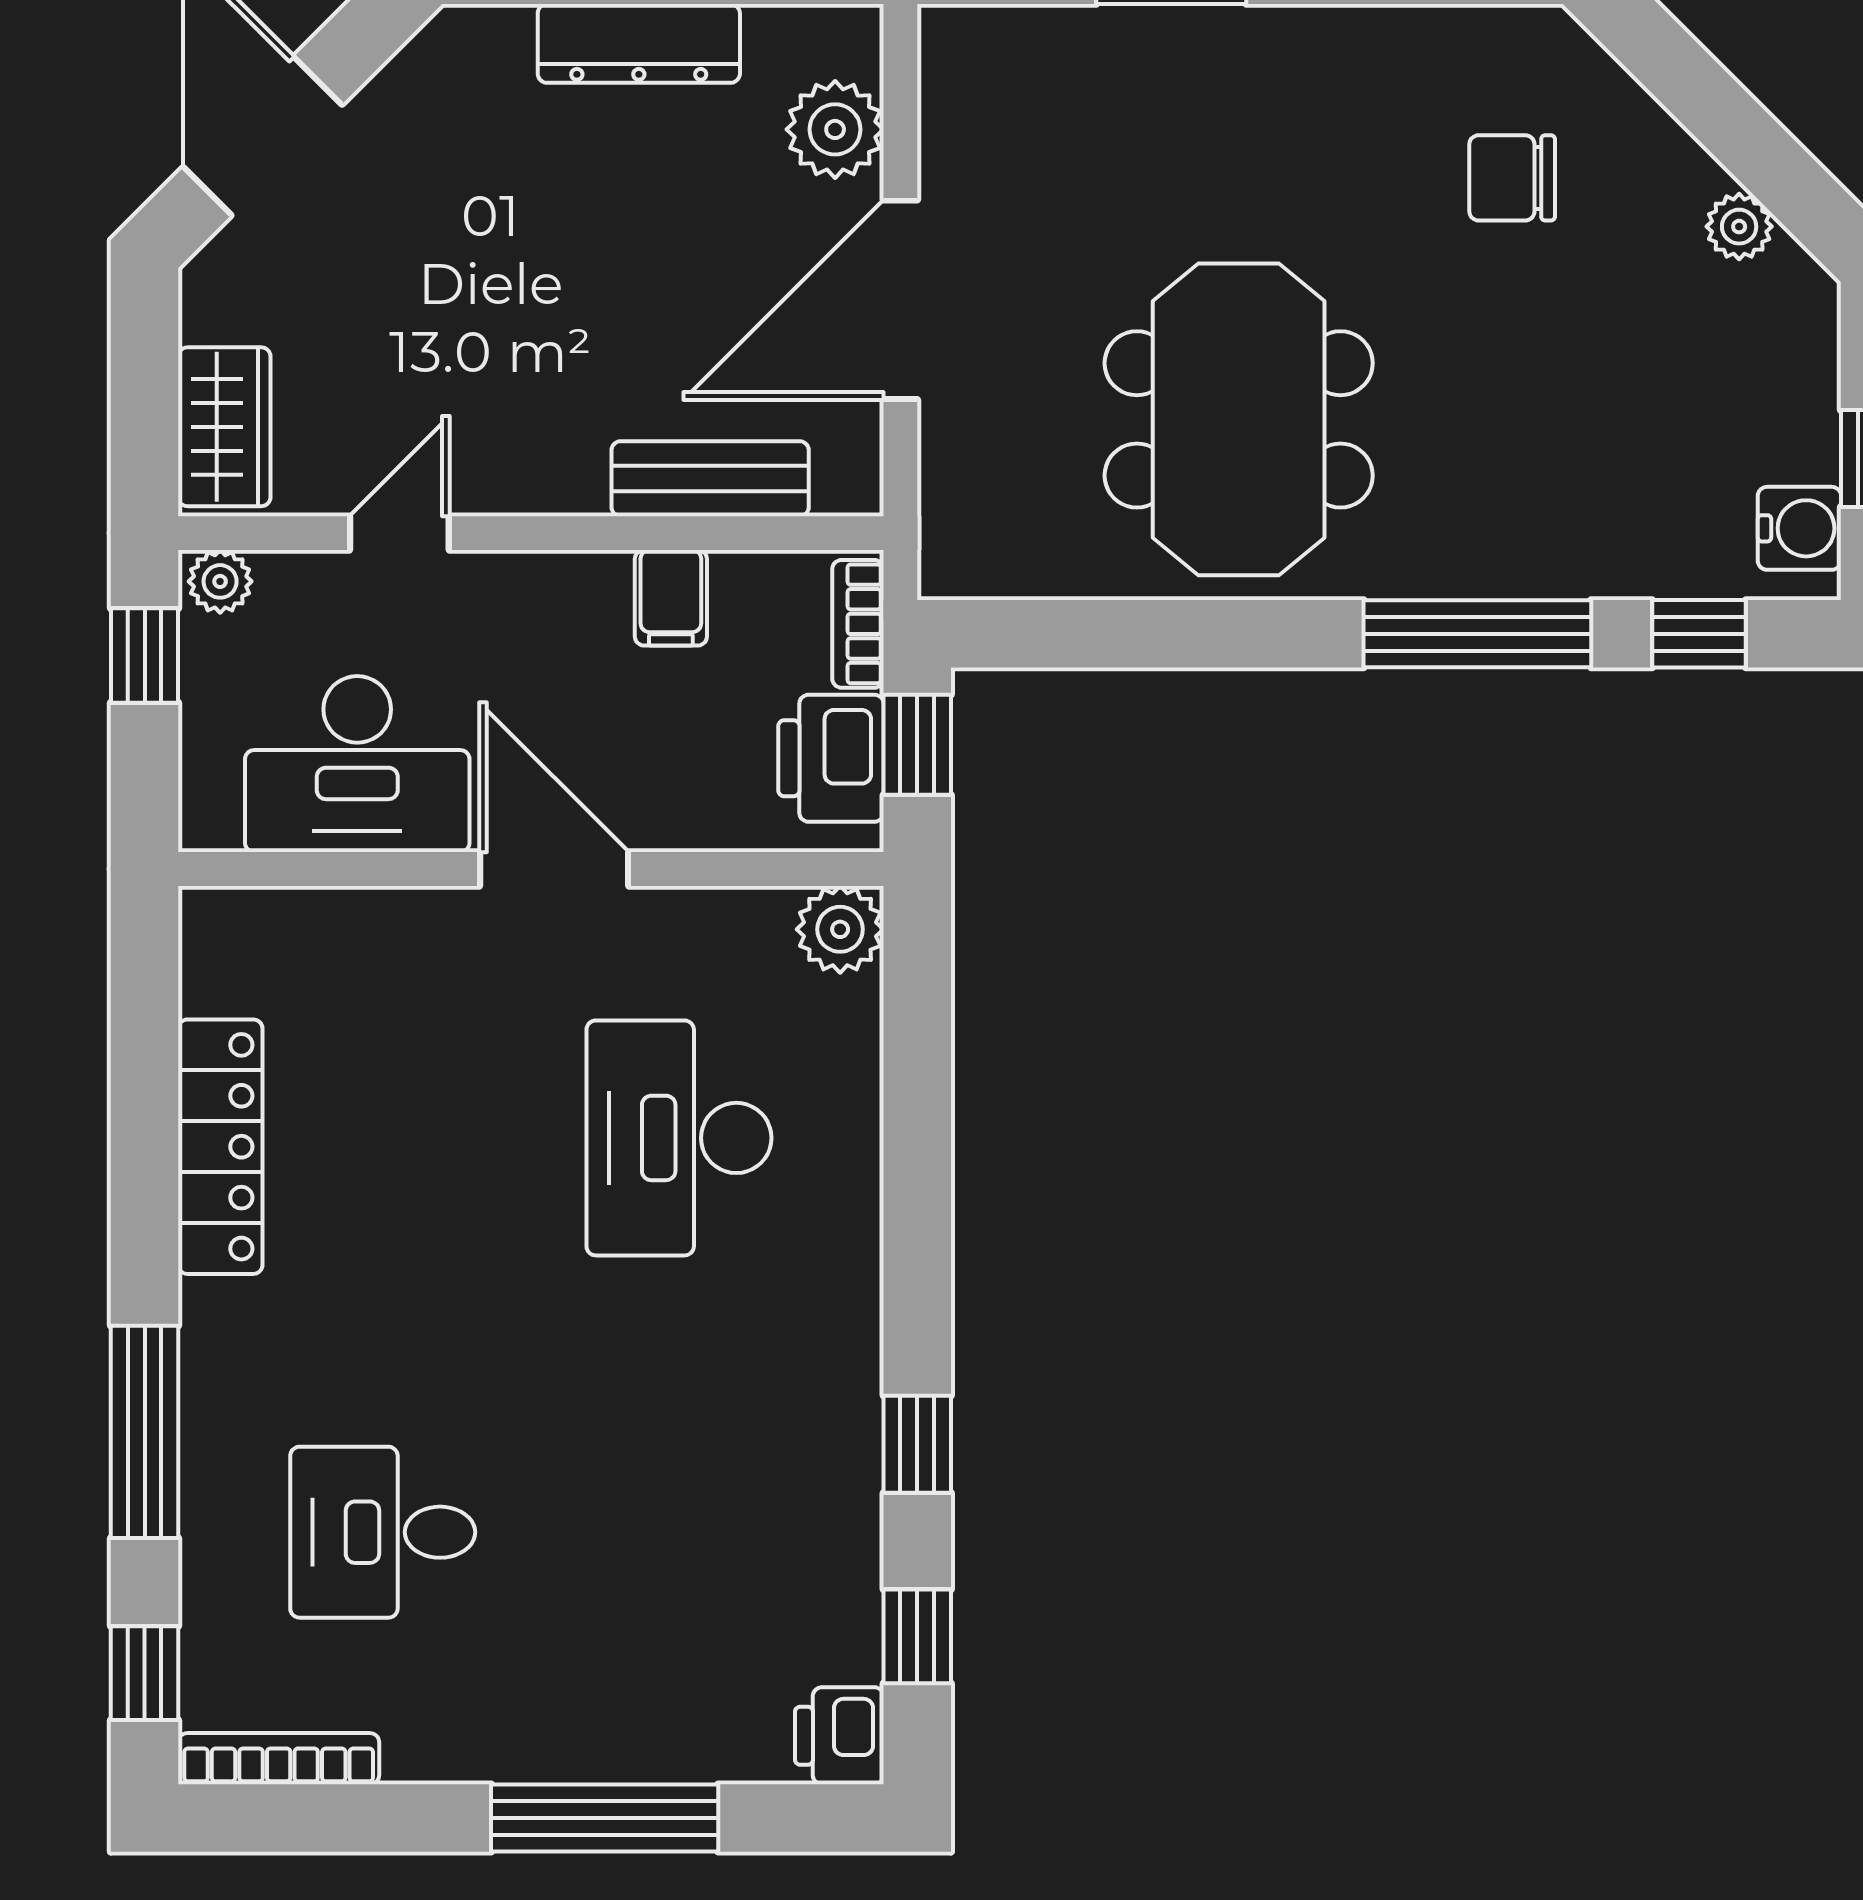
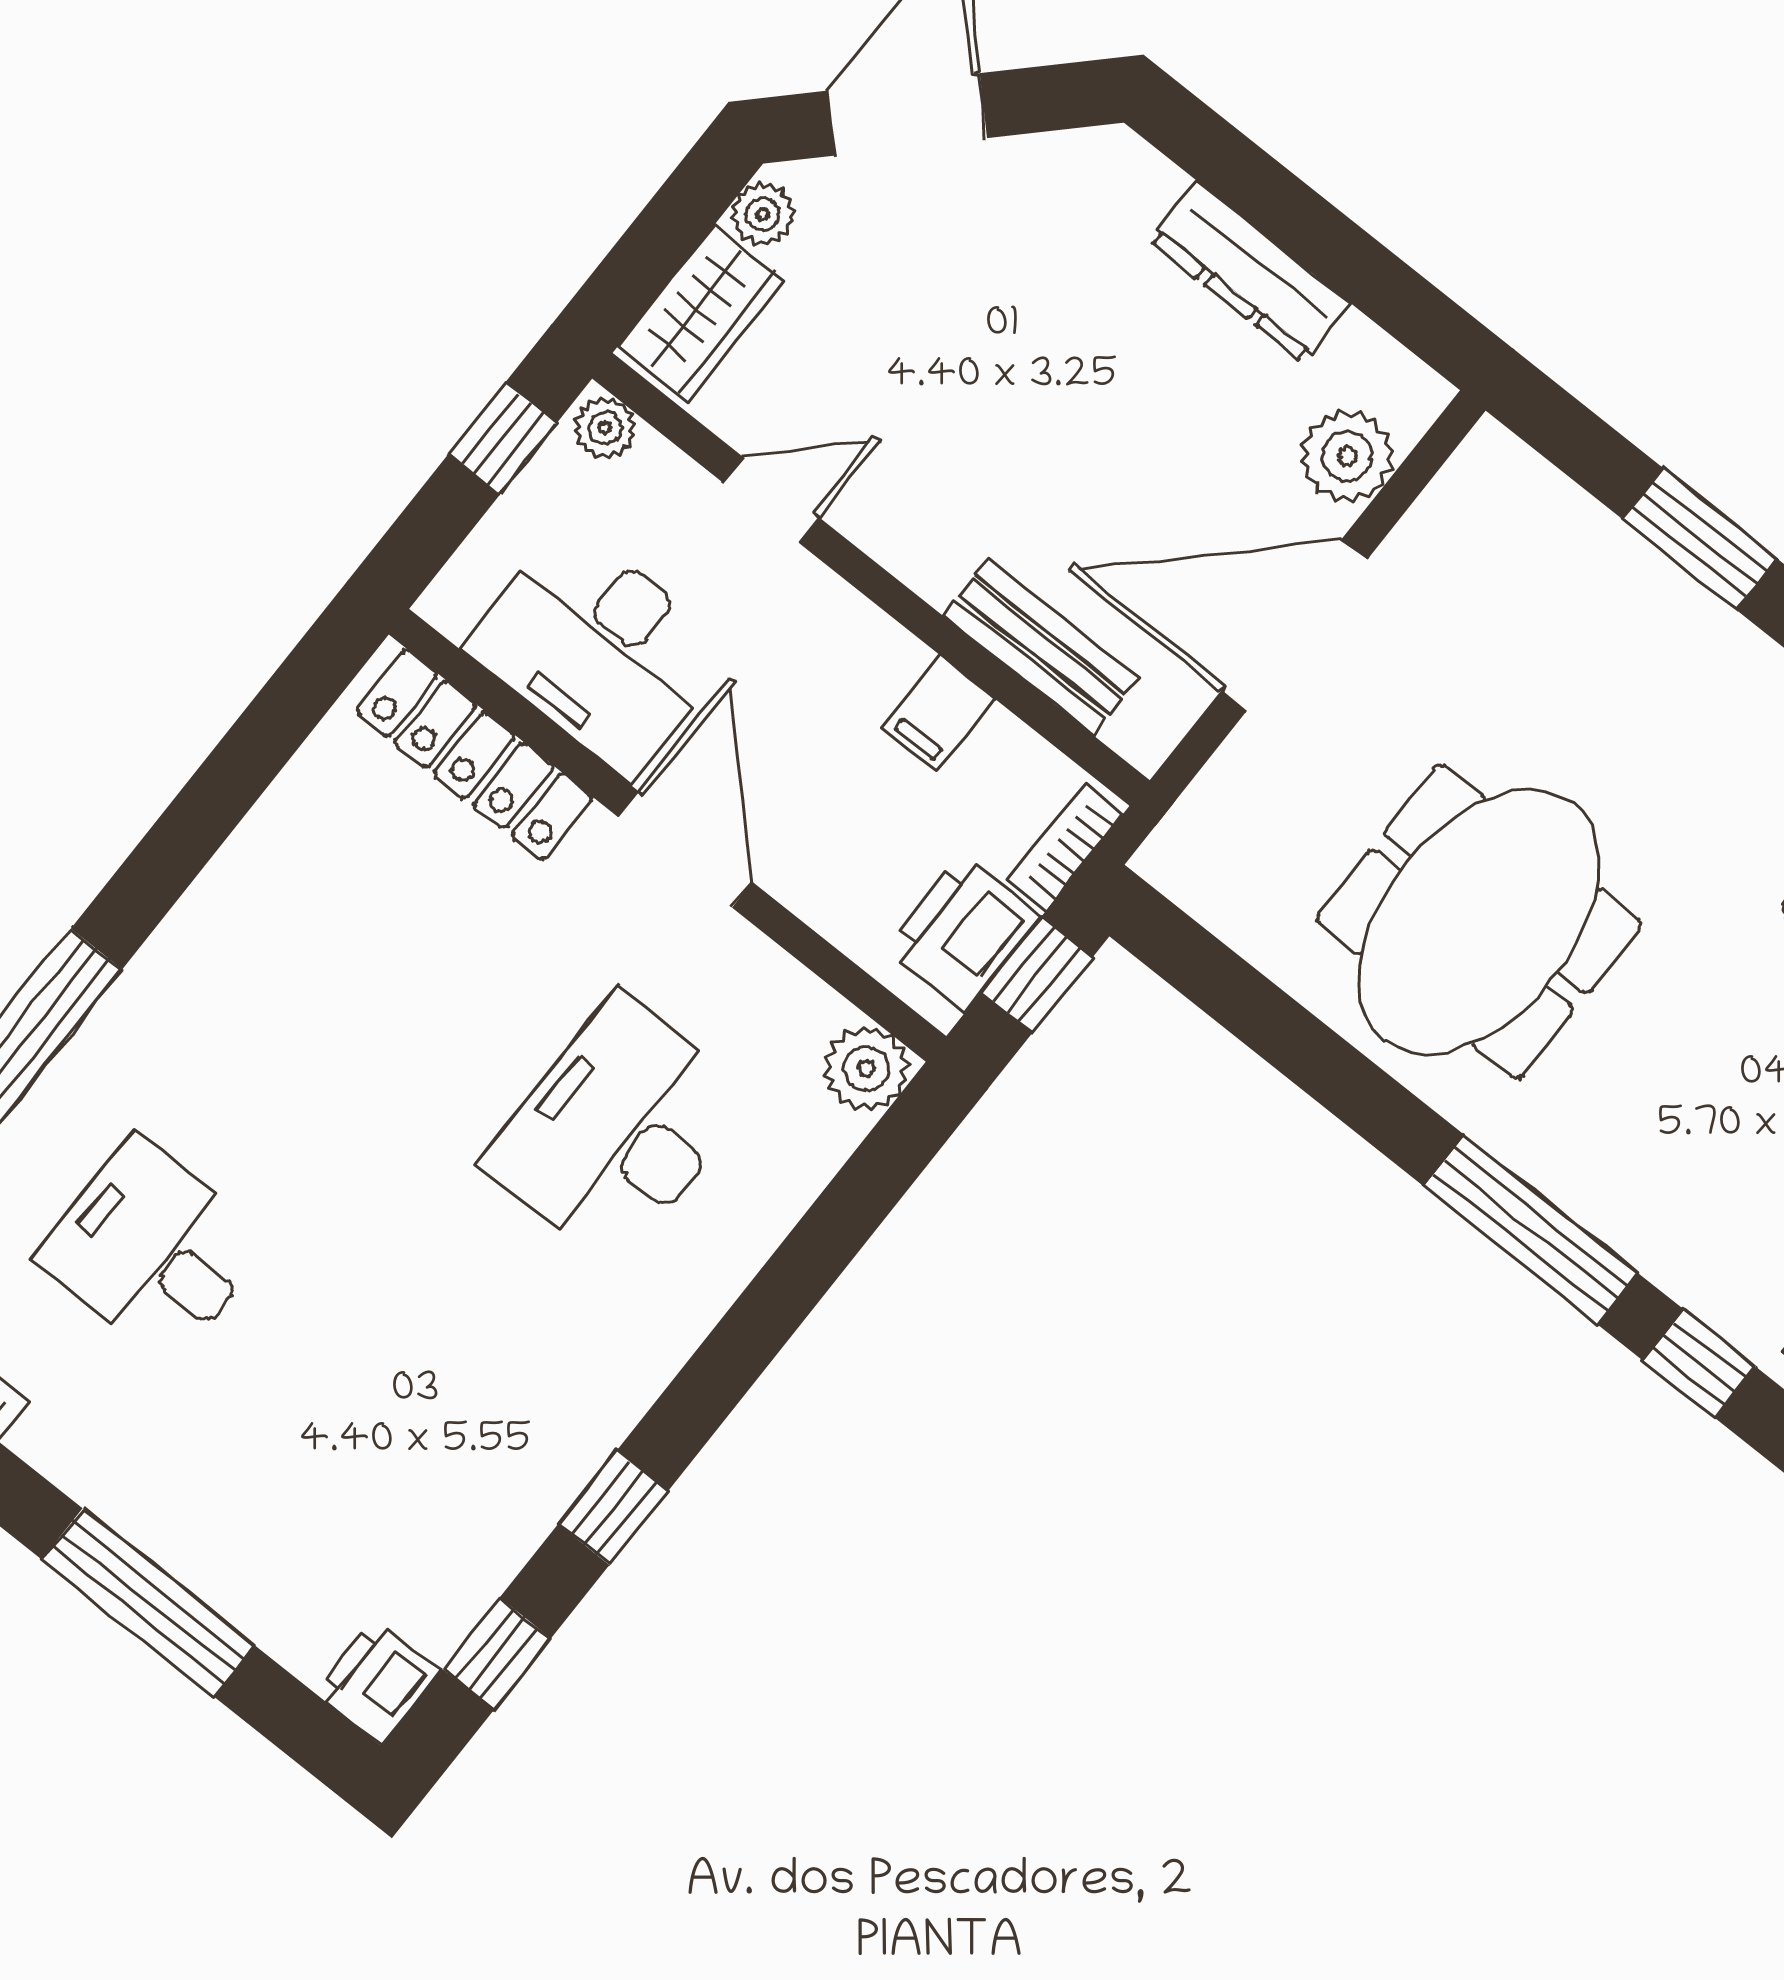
plant: (210, 308) -> (763, 214), added
locker: (220, 1147) -> (474, 755), moved, turned 90

